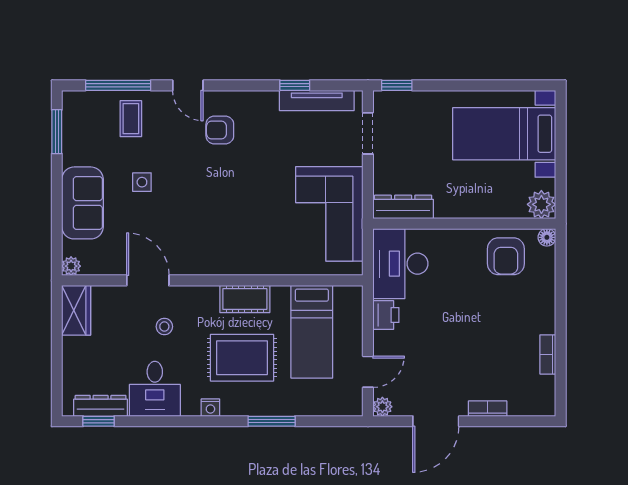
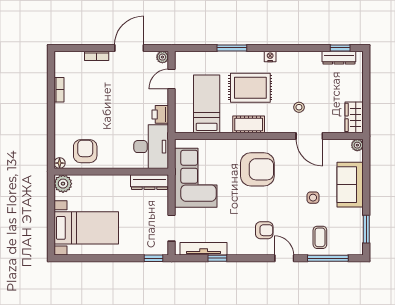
armchair: (231, 227) -> (257, 169), added
desk: (155, 389) -> (305, 68), removed

